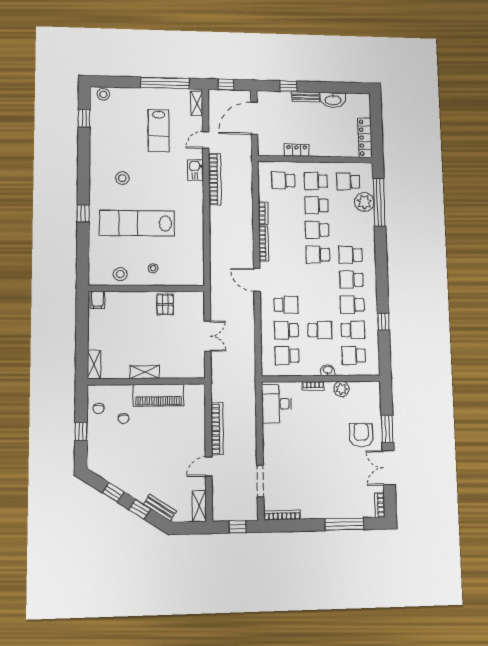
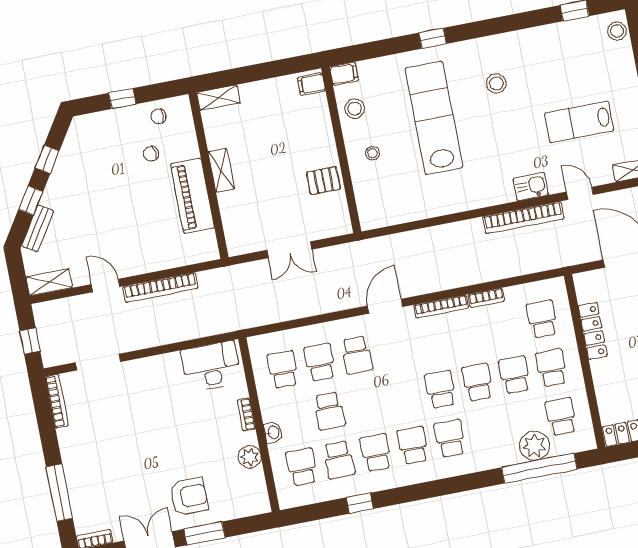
locker: (297, 150) -> (593, 331), width x1.53
filing cabinet: (95, 277) -> (344, 74), added

